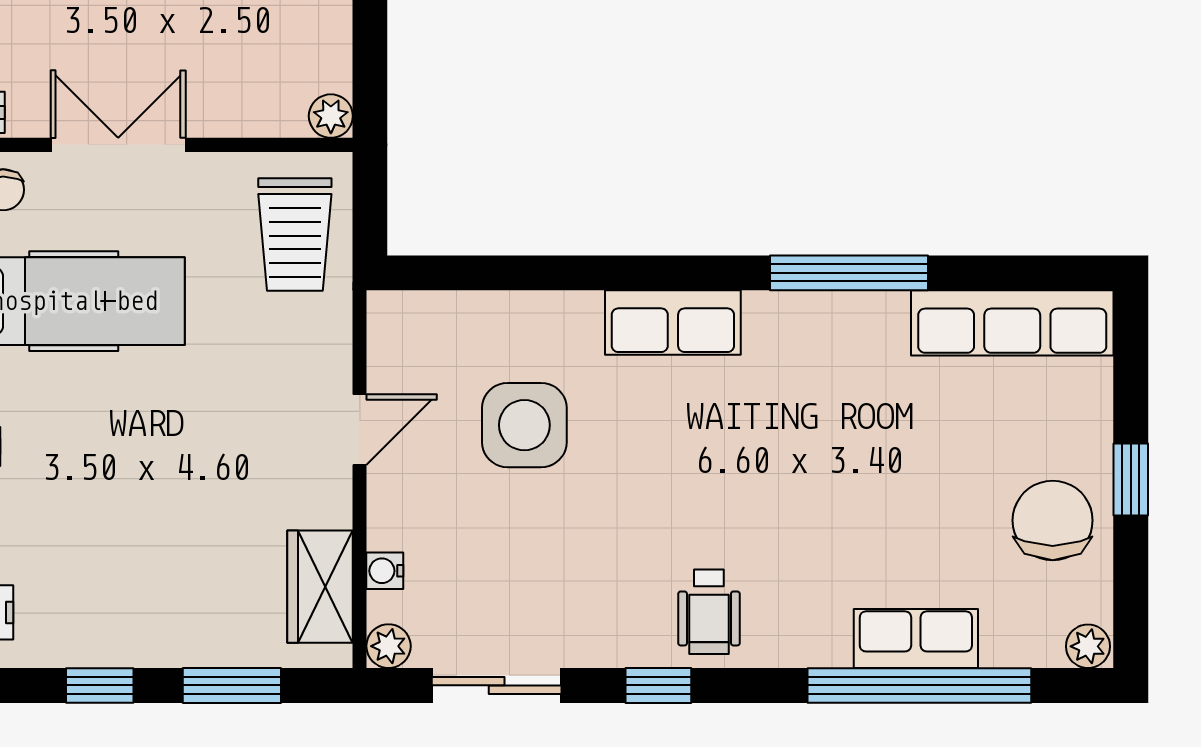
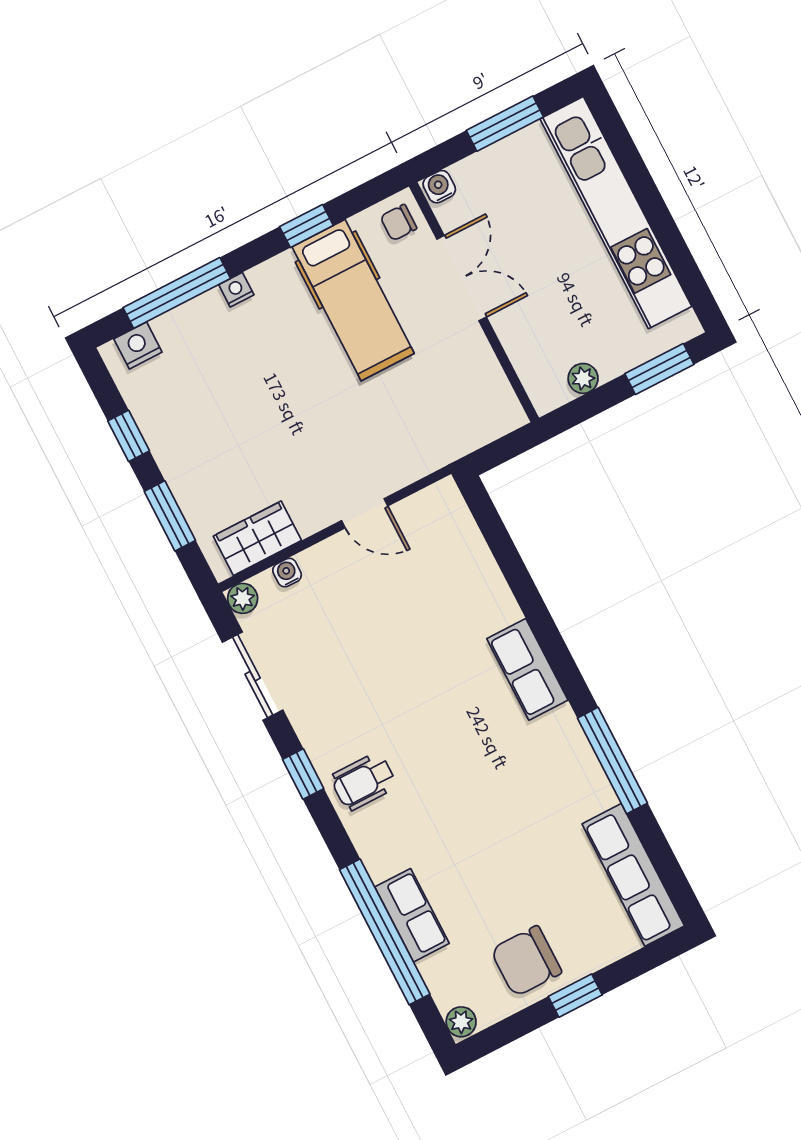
plant: (331, 116) -> (583, 378), moved
trolley: (295, 235) -> (462, 413), removed
side table: (524, 425) -> (419, 612), removed
chair: (1053, 520) -> (526, 961), turned 180

